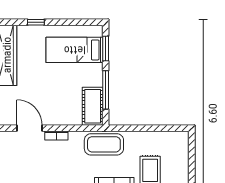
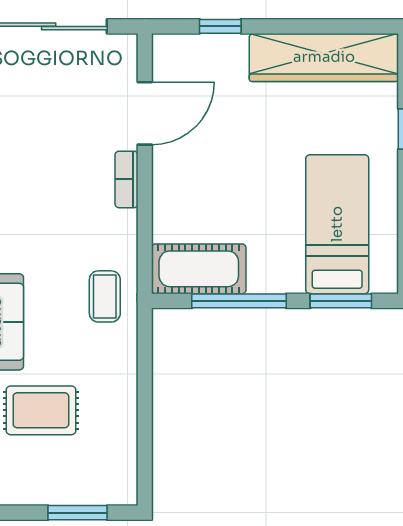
coffee table: (104, 144) -> (105, 296), width x0.54, depth x0.58
window: (192, 155) -> (78, 513), added

